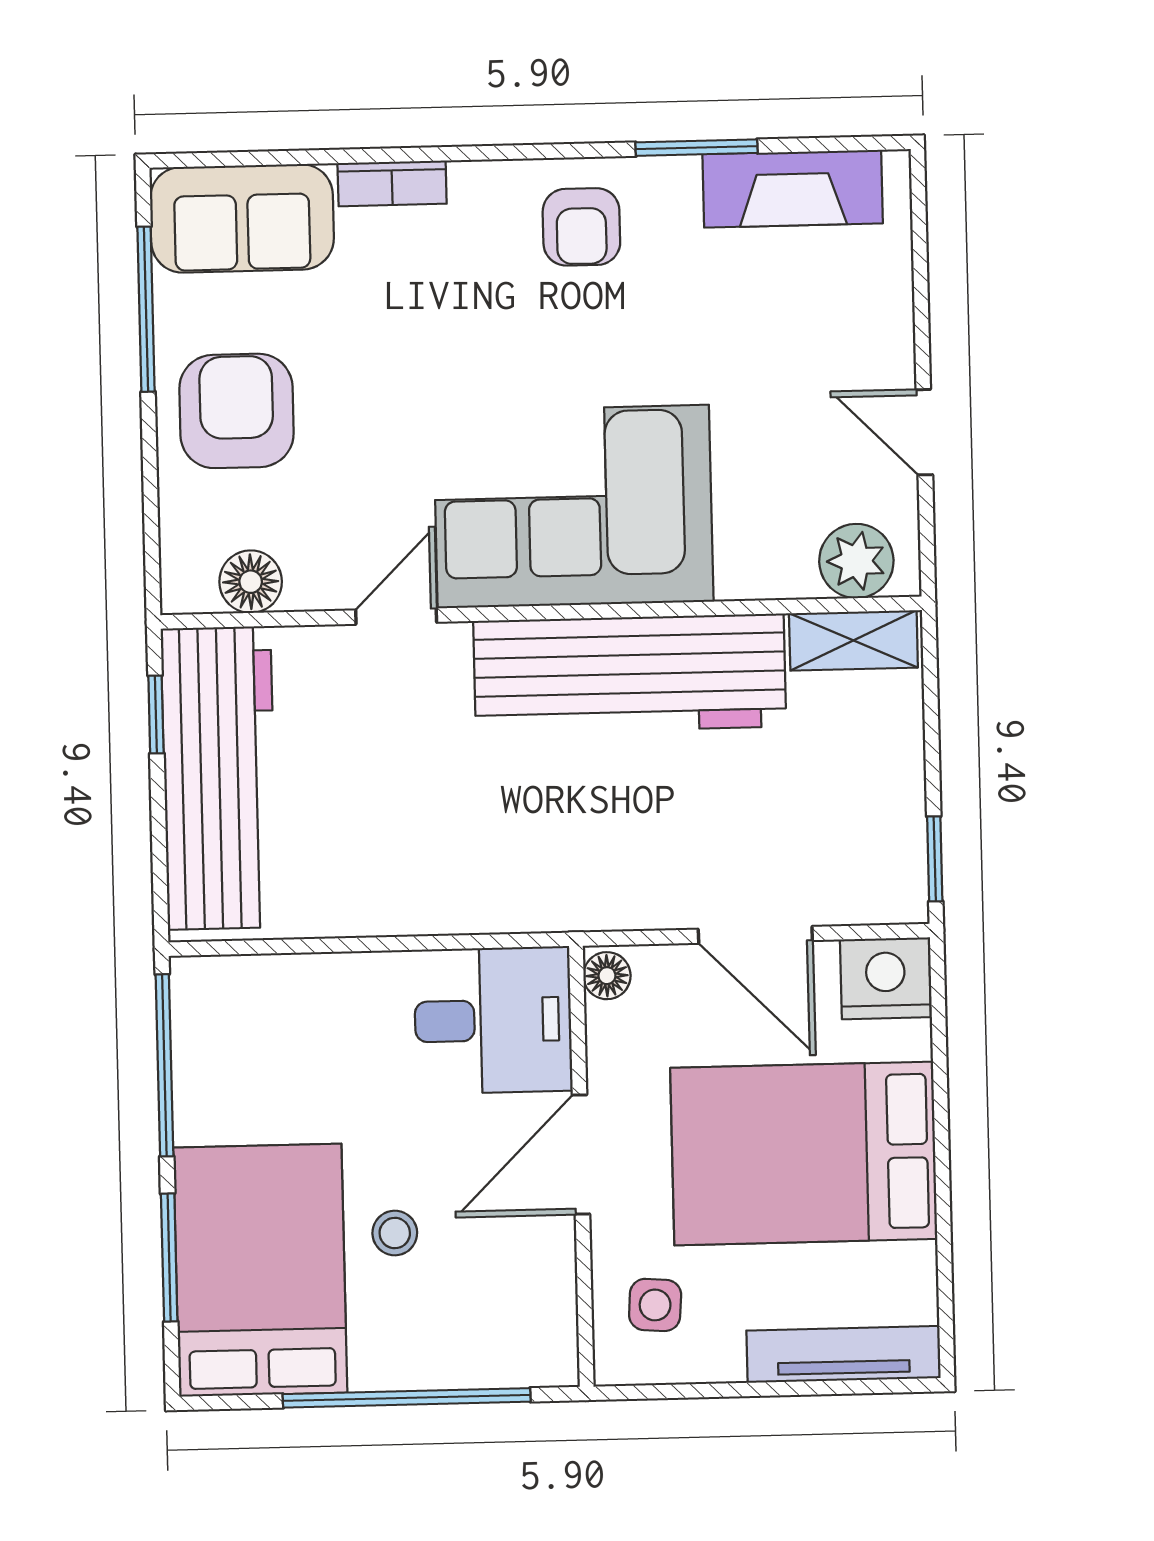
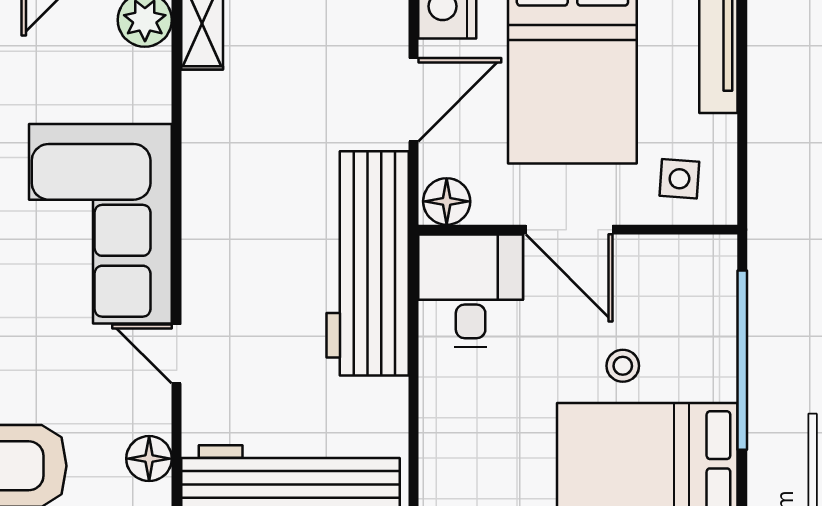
workbench: (630, 674) -> (368, 263), moved, turned 180
floor lamp: (607, 976) -> (447, 201), width x1.37, depth x1.37

